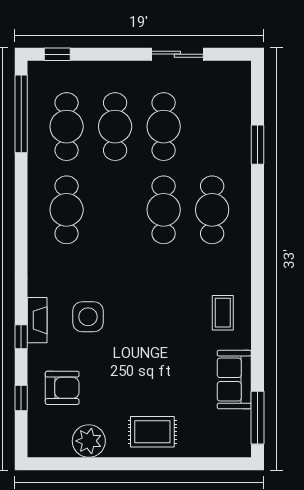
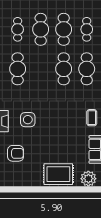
cafe table: (67, 127) -> (18, 29), width x0.73, depth x0.74
cafe table: (212, 127) -> (87, 29), added
rug: (152, 432) -> (58, 174), width x1.36, depth x1.43
plant: (89, 441) -> (88, 179), moved

